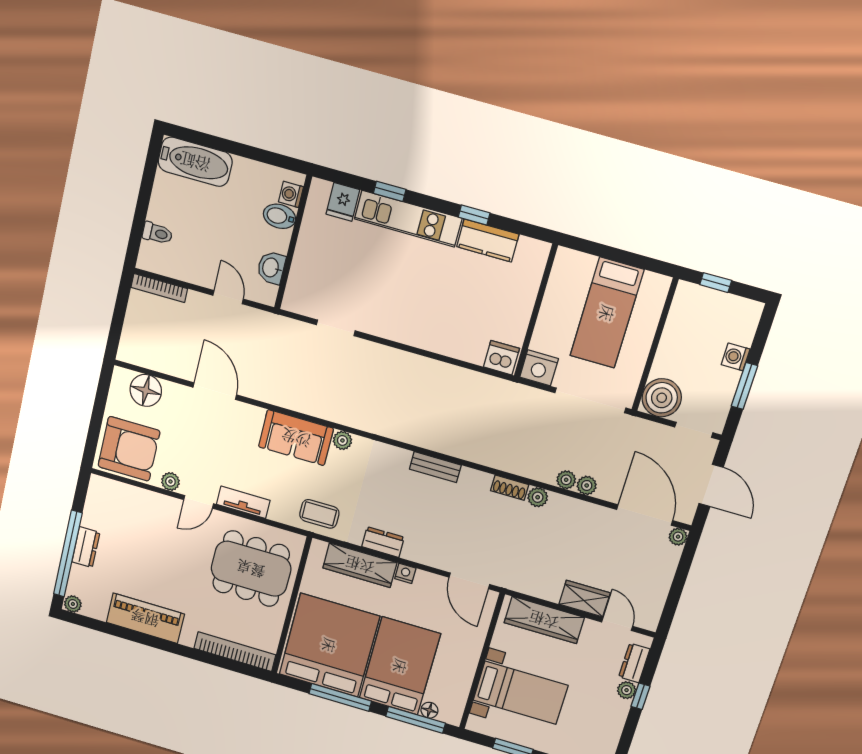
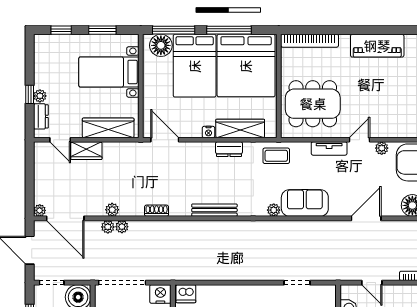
door: (215, 391) -> (366, 218), swing flipped
bench: (435, 467) -> (214, 210), width x1.36
plant: (538, 497) -> (112, 210), moved
floor lamp: (429, 710) -> (161, 45), width x1.89, depth x1.89

